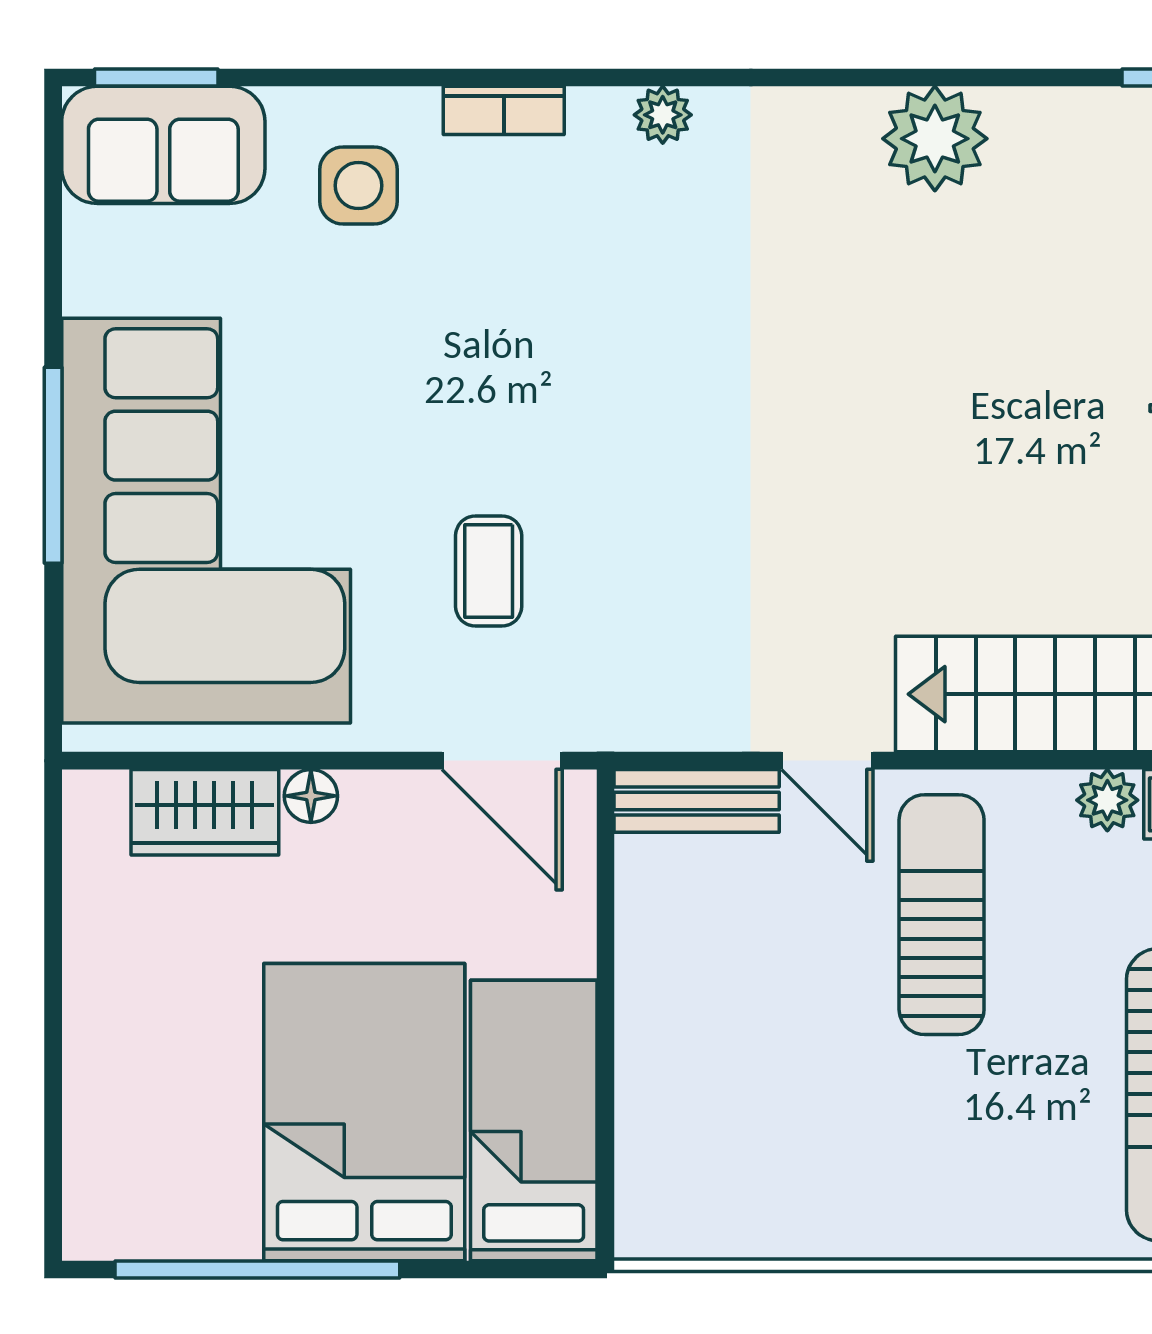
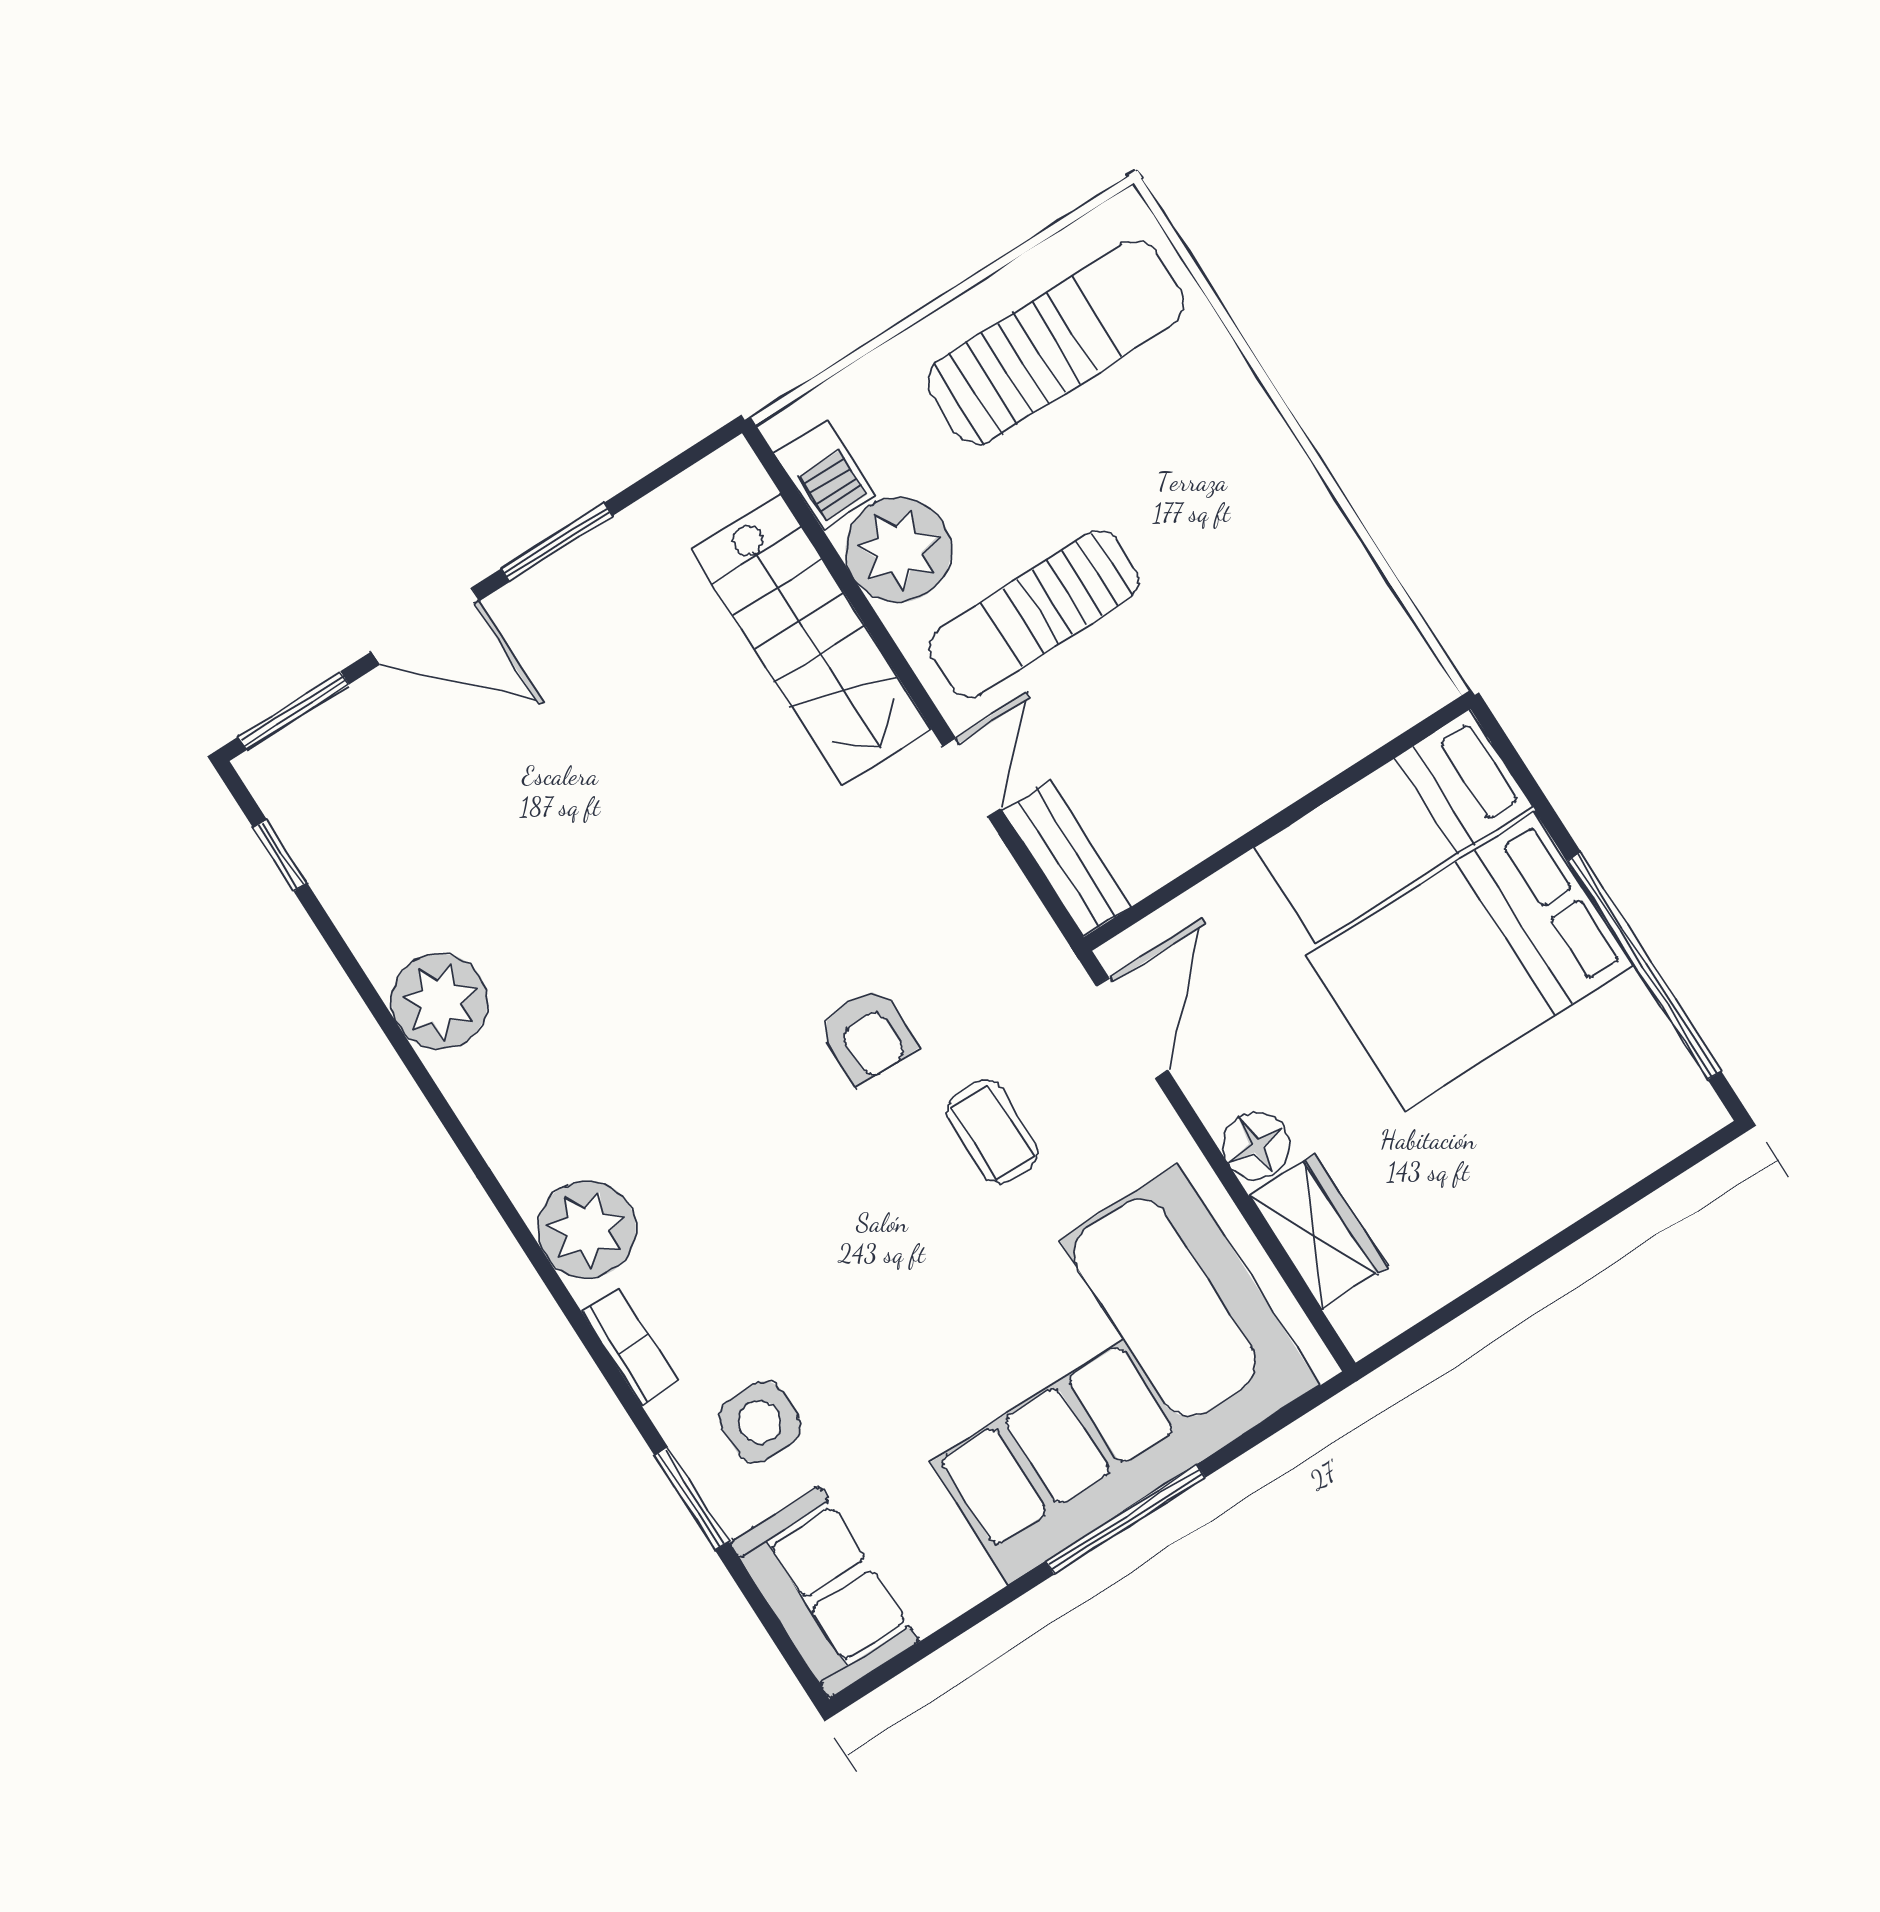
window: (156, 78) -> (692, 1499), moved
plant: (663, 115) -> (587, 1229), width x1.88, depth x1.88
armchair: (651, 513) -> (868, 1035), added
coffee table: (489, 571) -> (993, 1132), turned 90
floor lamp: (311, 796) -> (1256, 1145), width x1.37, depth x1.37
plant: (1107, 800) -> (898, 550), width x1.88, depth x1.88

